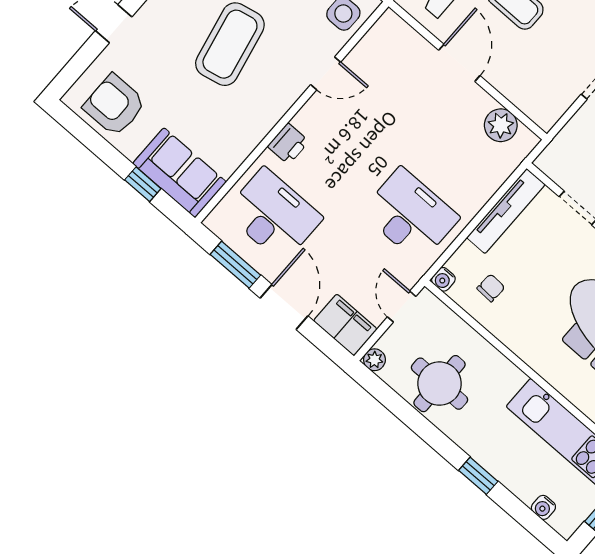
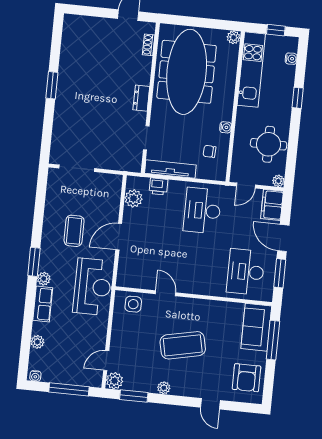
printer: (288, 144) -> (158, 187), moved, turned 180
window: (143, 184) -> (273, 340), width x2.17
water cooler: (443, 279) -> (226, 127), moved
door: (284, 307) -> (283, 238), hinge flipped

